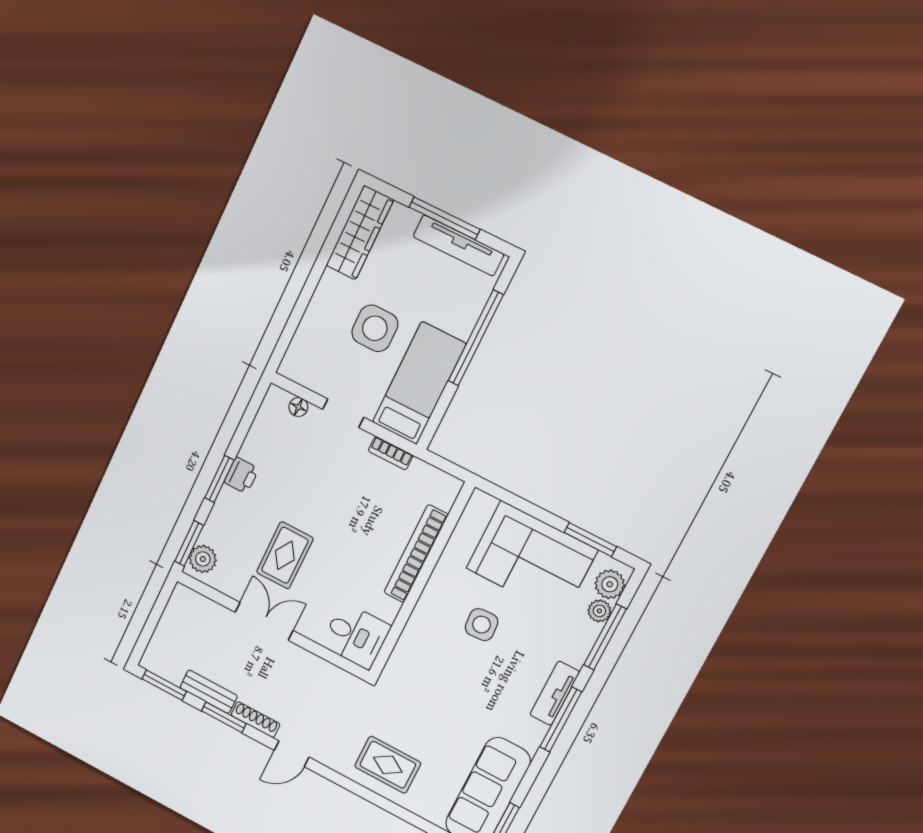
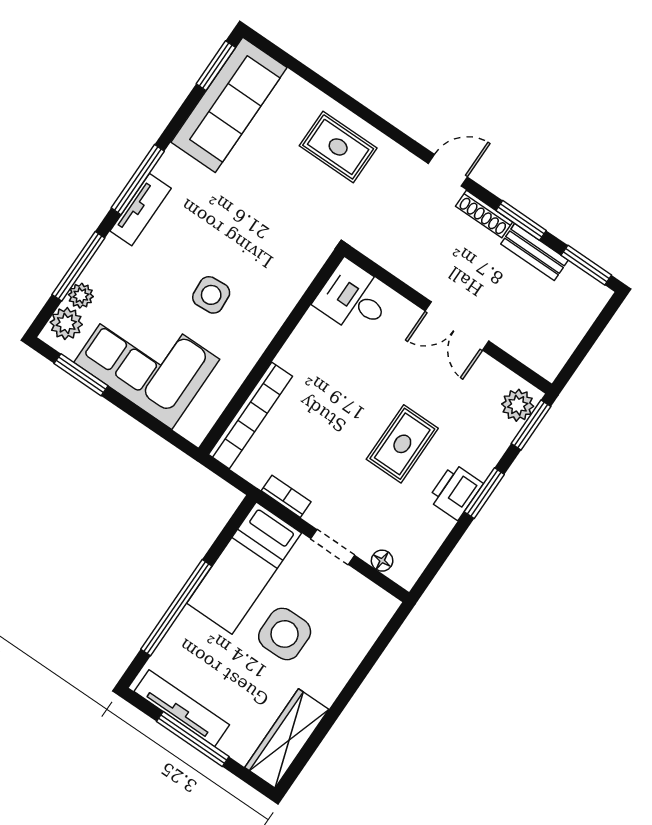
printer: (241, 475) -> (455, 492), width x1.36, depth x1.24
bookcase: (416, 554) -> (250, 415), moved
rug: (285, 555) -> (402, 444), moved

